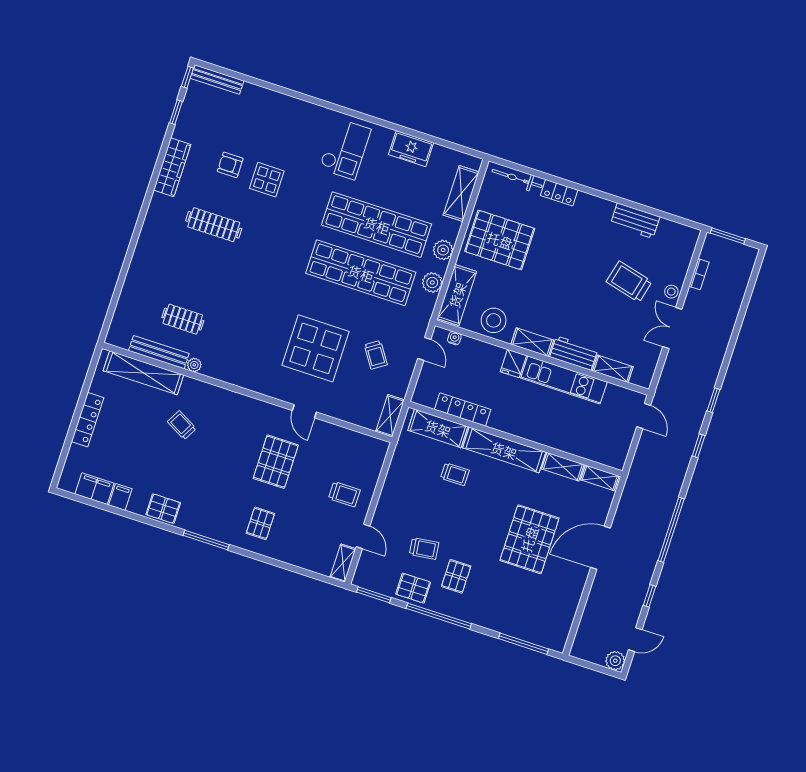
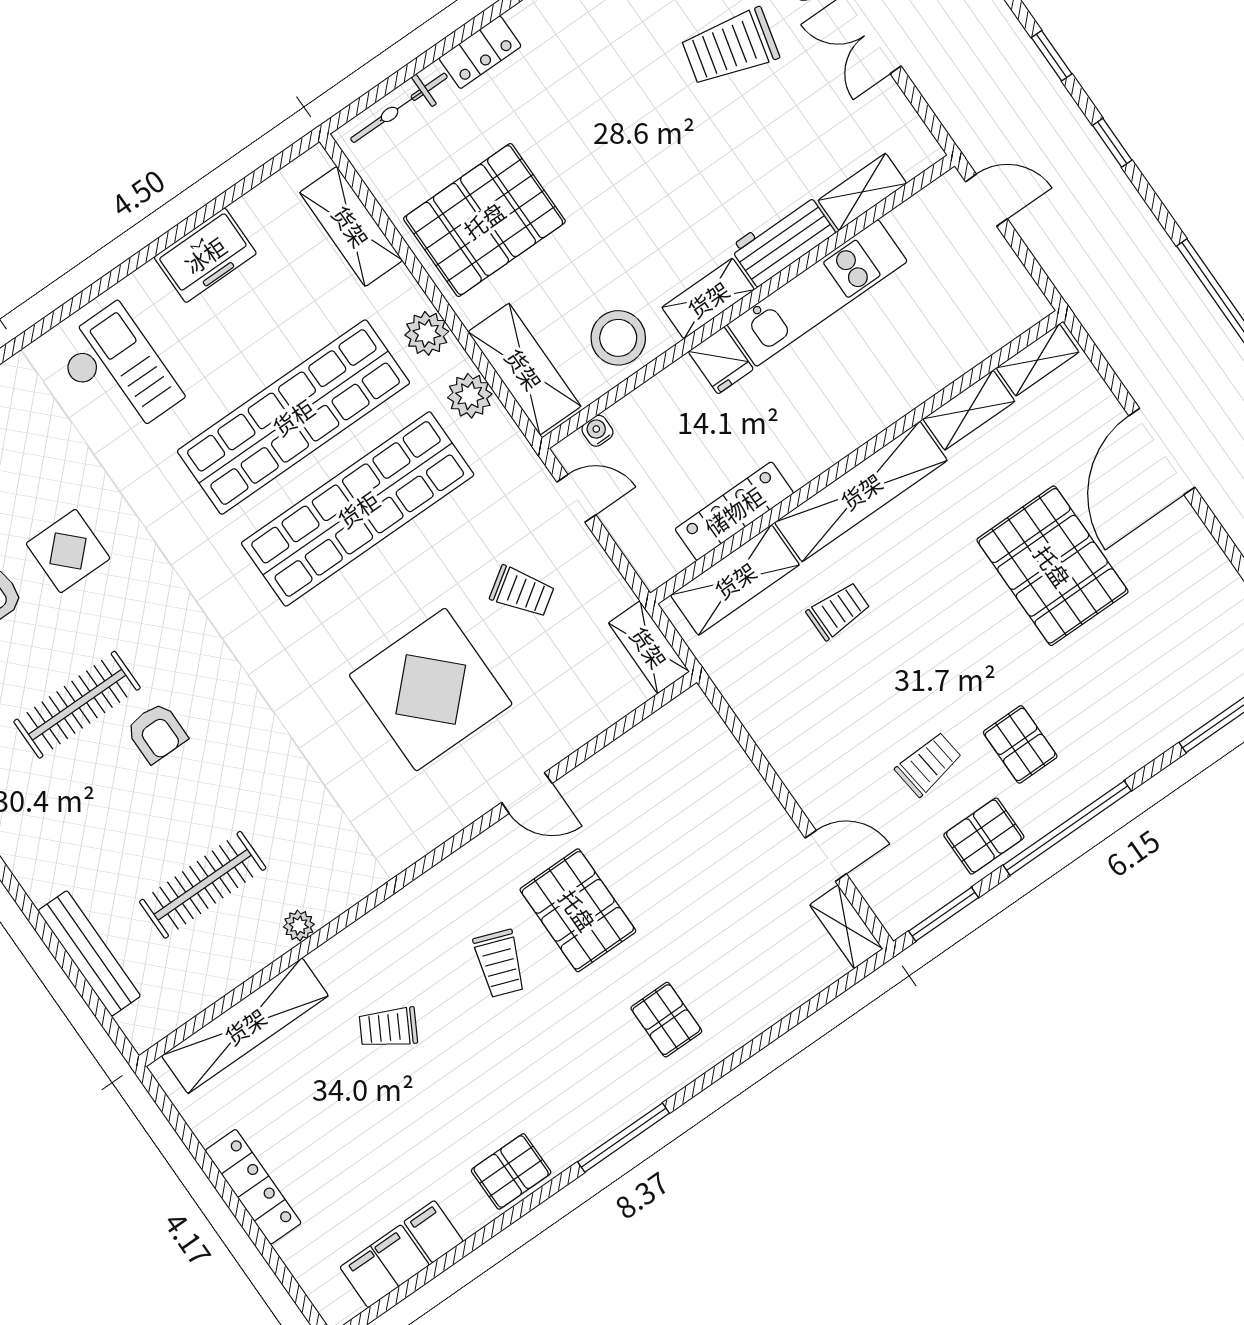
armchair: (225, 261) -> (157, 733), added
clothes rail: (183, 319) -> (203, 885), width x1.36
bench: (159, 352) -> (89, 953), moved, turned 90
trolley: (344, 494) -> (500, 963), moved, turned 110

